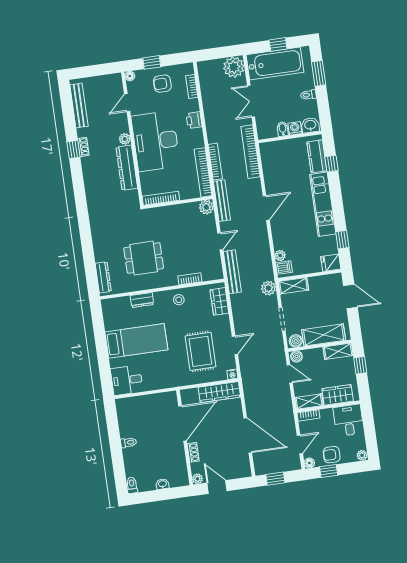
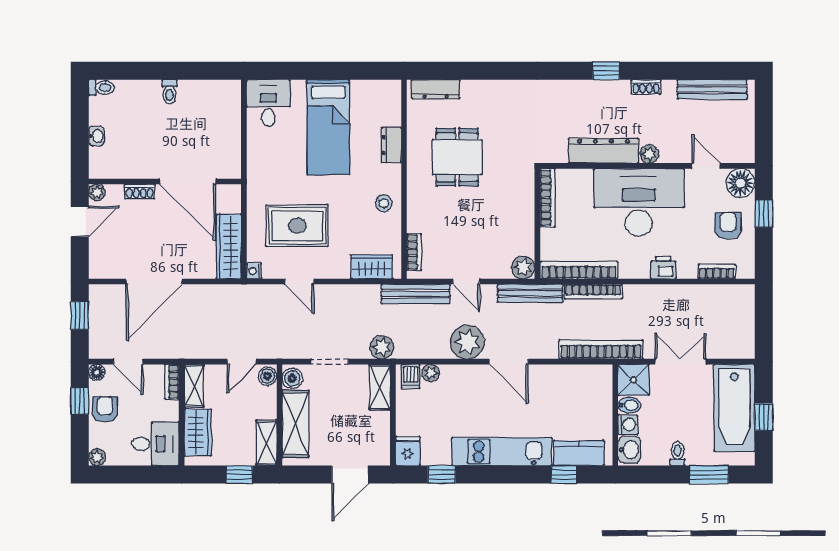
plant: (234, 67) -> (467, 342), moved
floor lamp: (130, 76) -> (740, 183), width x1.89, depth x1.89
shower: (266, 129) -> (633, 380), added
window: (73, 150) -> (606, 71), moved
bookcase: (190, 279) -> (414, 252), moved

